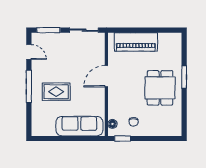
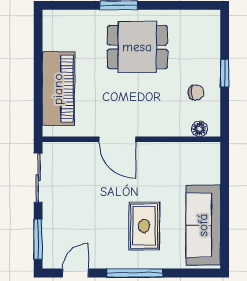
sofa: (79, 126) -> (203, 225), moved
window: (123, 138) -> (225, 73), moved

